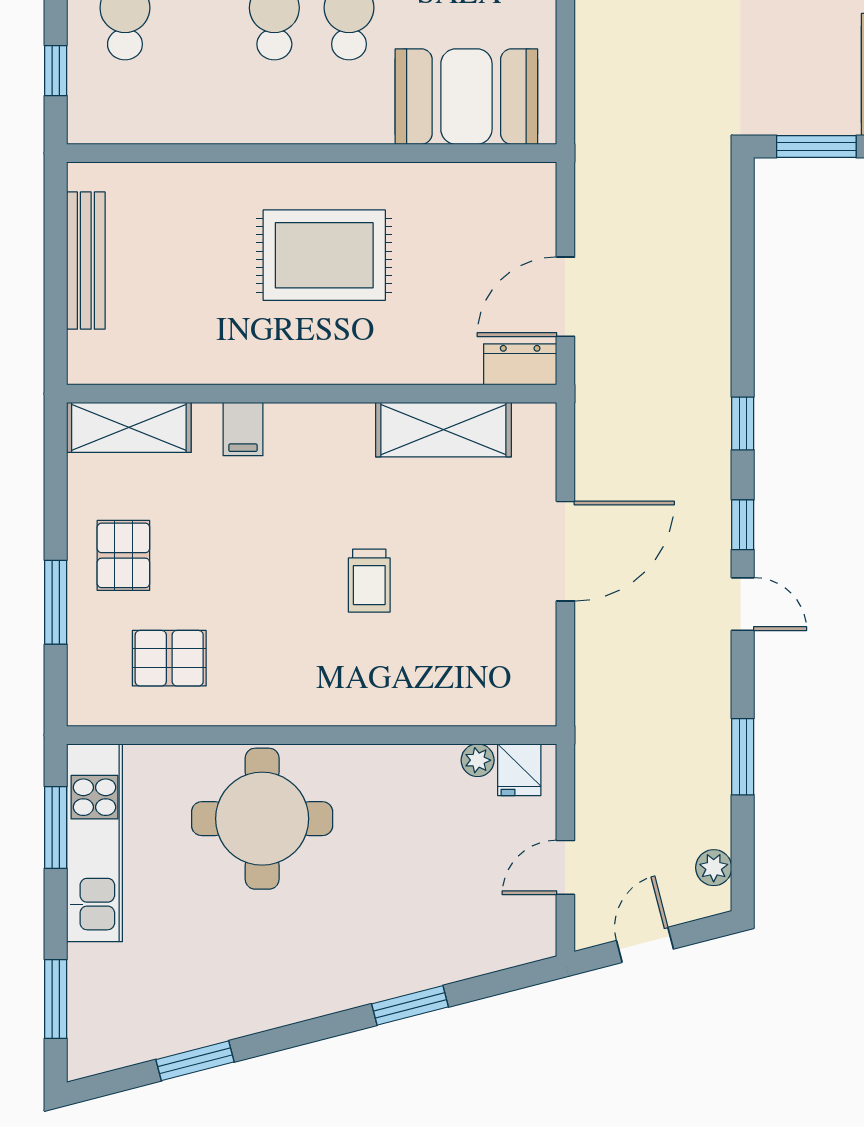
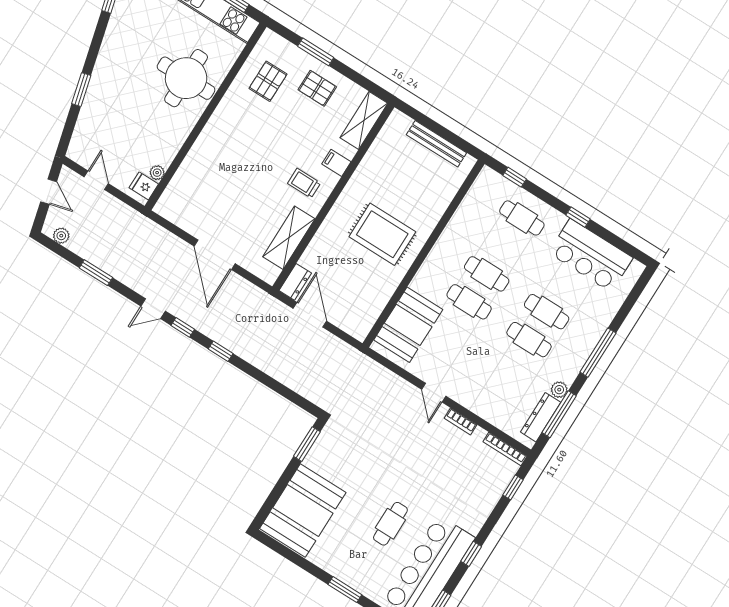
rug: (324, 255) -> (382, 234), turned 90
trolley: (369, 581) -> (304, 183), moved

